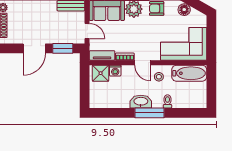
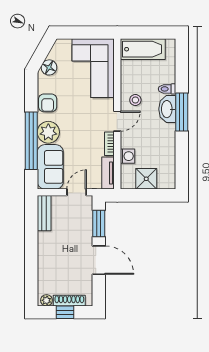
shower: (101, 73) -> (146, 179), moved
bathtub: (189, 73) -> (143, 49), moved, turned 90
washbasin: (141, 102) -> (167, 109), moved

